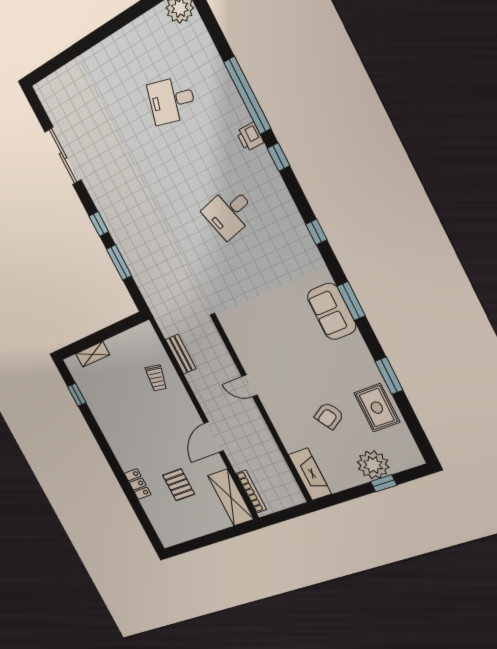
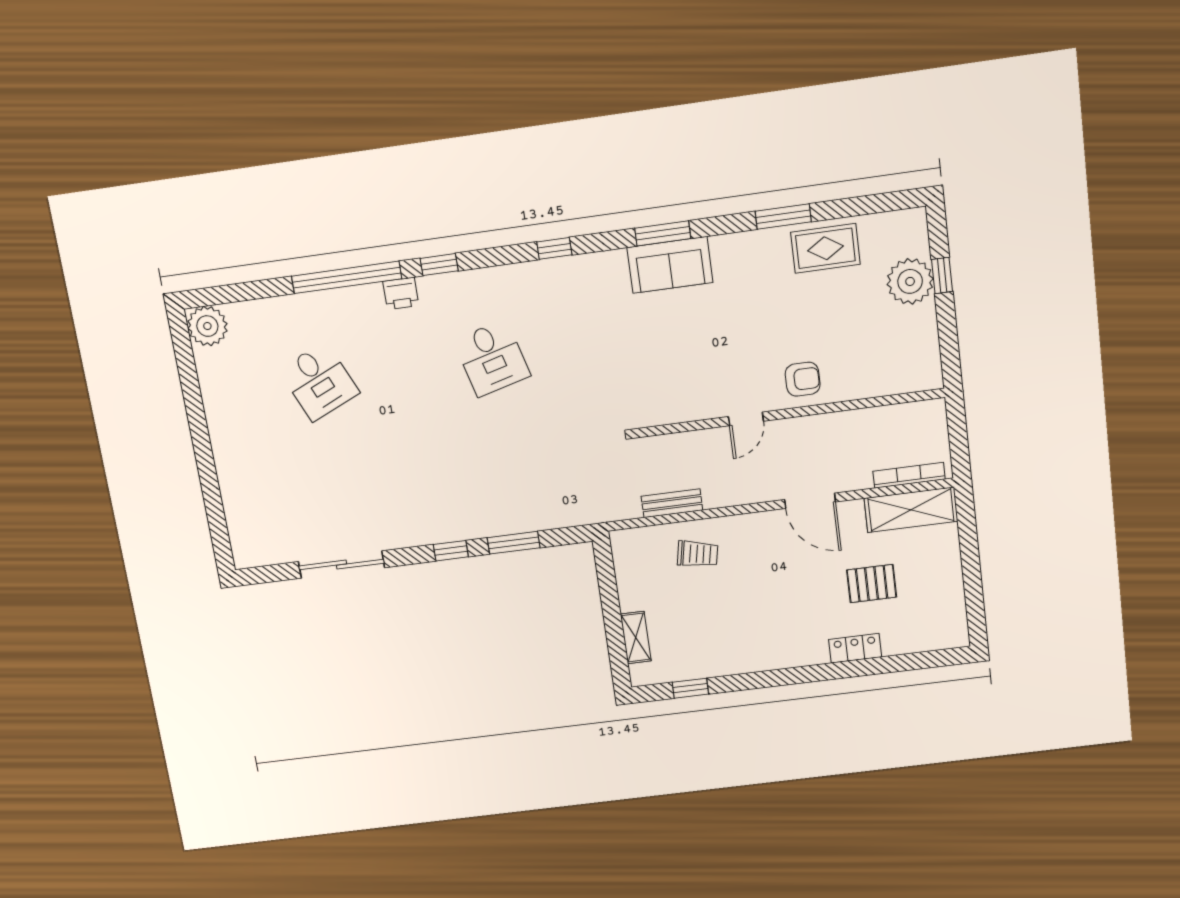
desk: (172, 100) -> (319, 381), turned -39
armchair: (329, 416) -> (803, 379), moved, turned -59
fireplace: (310, 474) -> (903, 378), removed

